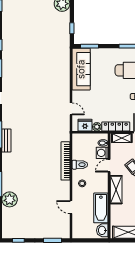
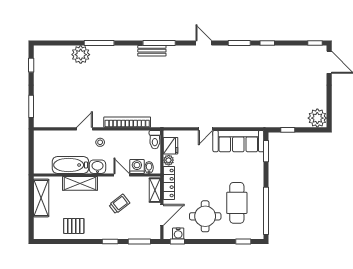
door: (71, 109) -> (205, 129), moved
toilet: (80, 165) -> (155, 140), moved
shelving: (116, 190) -> (80, 183), moved
door: (71, 207) -> (85, 129), moved
washbasin: (102, 230) -> (98, 167), moved

